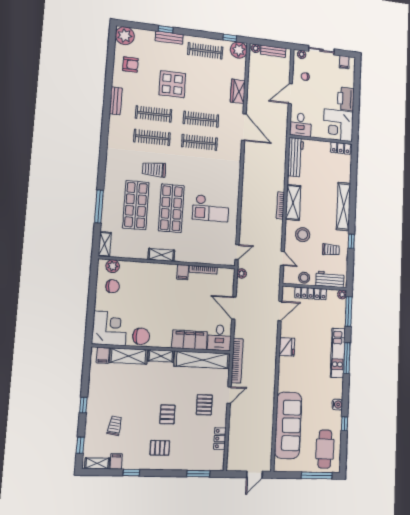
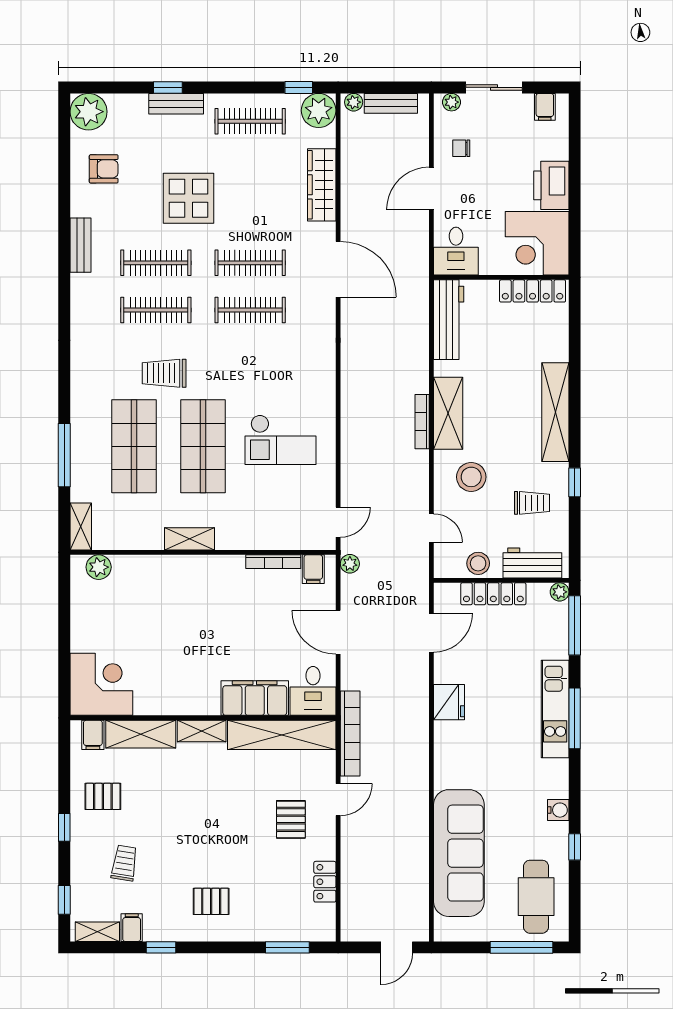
wardrobe: (238, 91) -> (322, 185), width x1.50
locker: (341, 148) -> (533, 291), width x1.53
filing cabinet: (183, 272) -> (313, 569), moved
chair: (113, 286) -> (101, 605), removed
chair: (141, 336) -> (162, 696), removed
pallet: (167, 414) -> (103, 796), moved, turned 90

